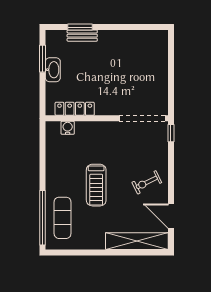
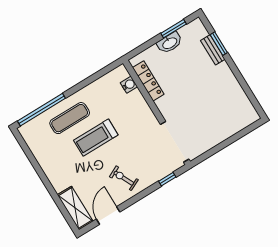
window: (171, 133) -> (167, 179), moved
exercise mat: (63, 218) -> (70, 118), moved
shelving: (137, 241) -> (75, 208), width x0.68

